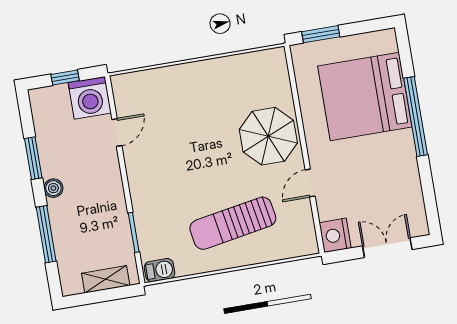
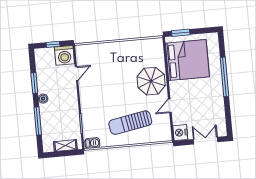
bed: (365, 97) -> (187, 60), moved, turned 180

